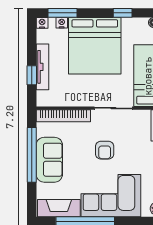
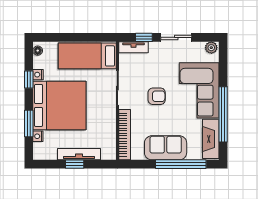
window: (63, 13) -> (29, 123), moved
nightstand: (42, 23) -> (38, 75), moved
window: (32, 75) -> (75, 164), moved
window: (32, 155) -> (181, 164), moved

